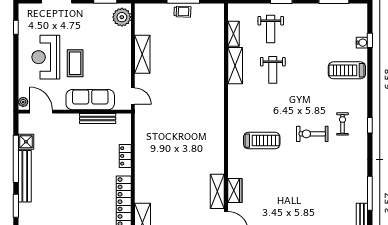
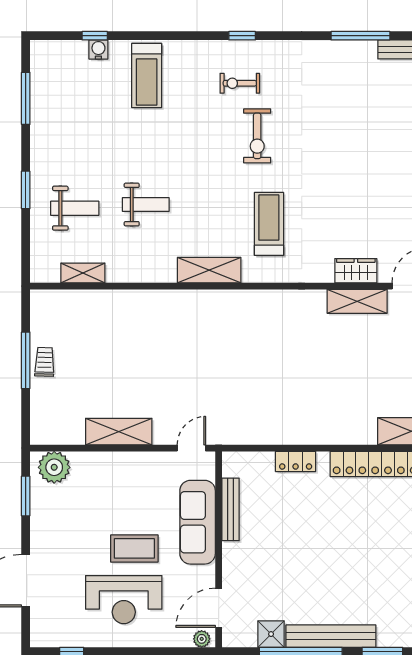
shelving: (235, 66) -> (209, 270), moved

